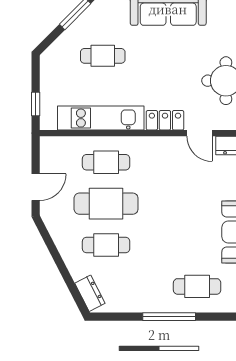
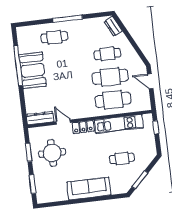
cafe table: (106, 162) -> (113, 100), width x1.37, depth x1.35
door: (36, 187) -> (150, 81), hinge flipped

